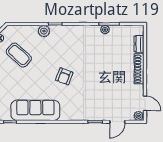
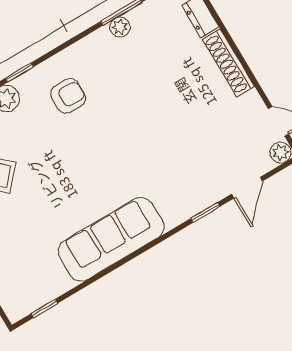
armchair: (64, 76) -> (68, 96), moved, turned -111
sofa: (35, 110) -> (111, 239), moved

